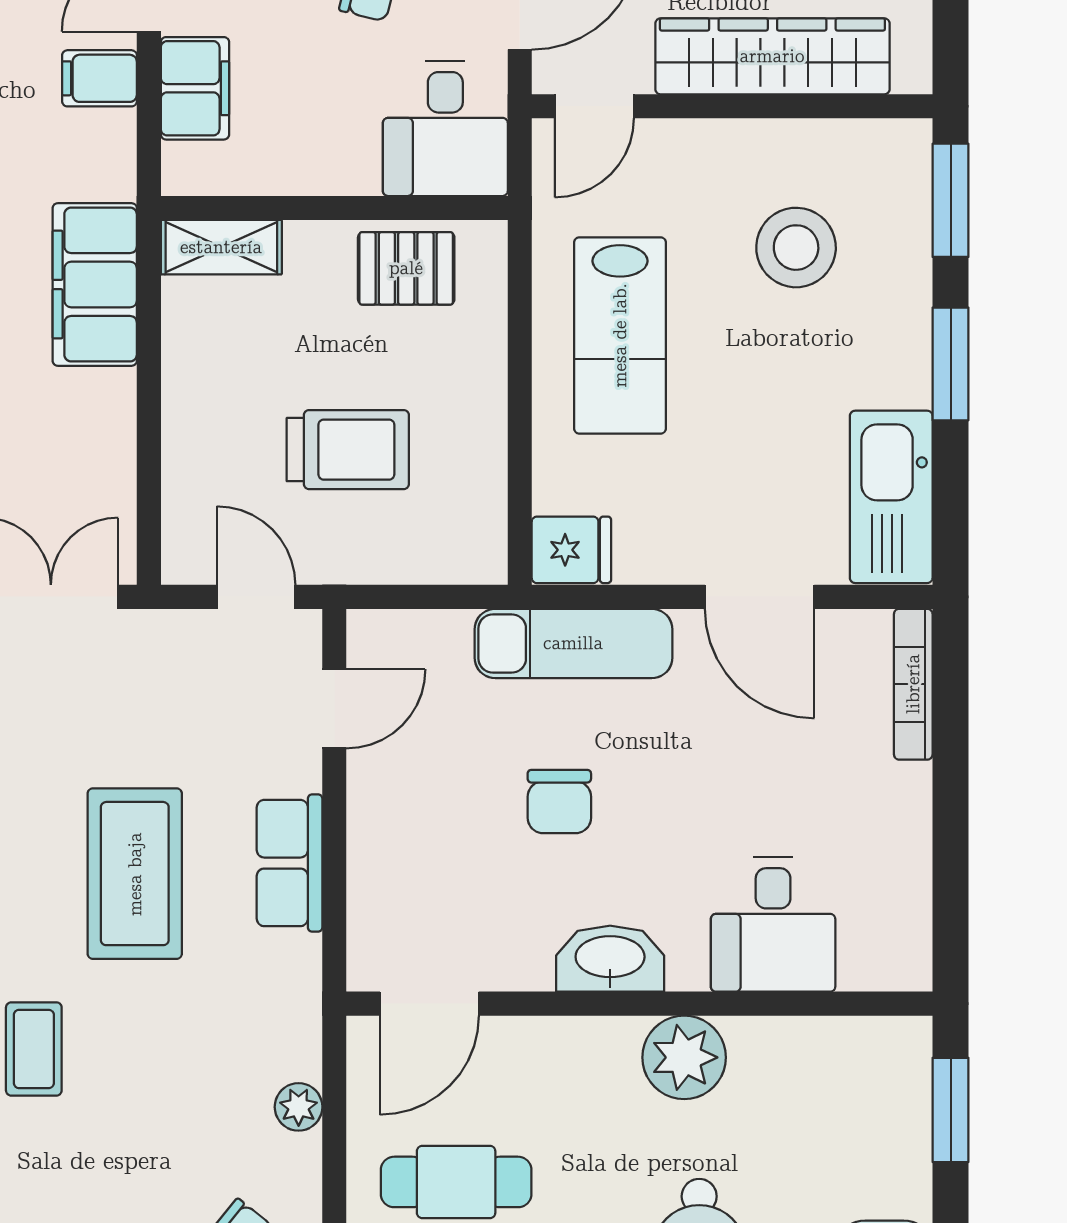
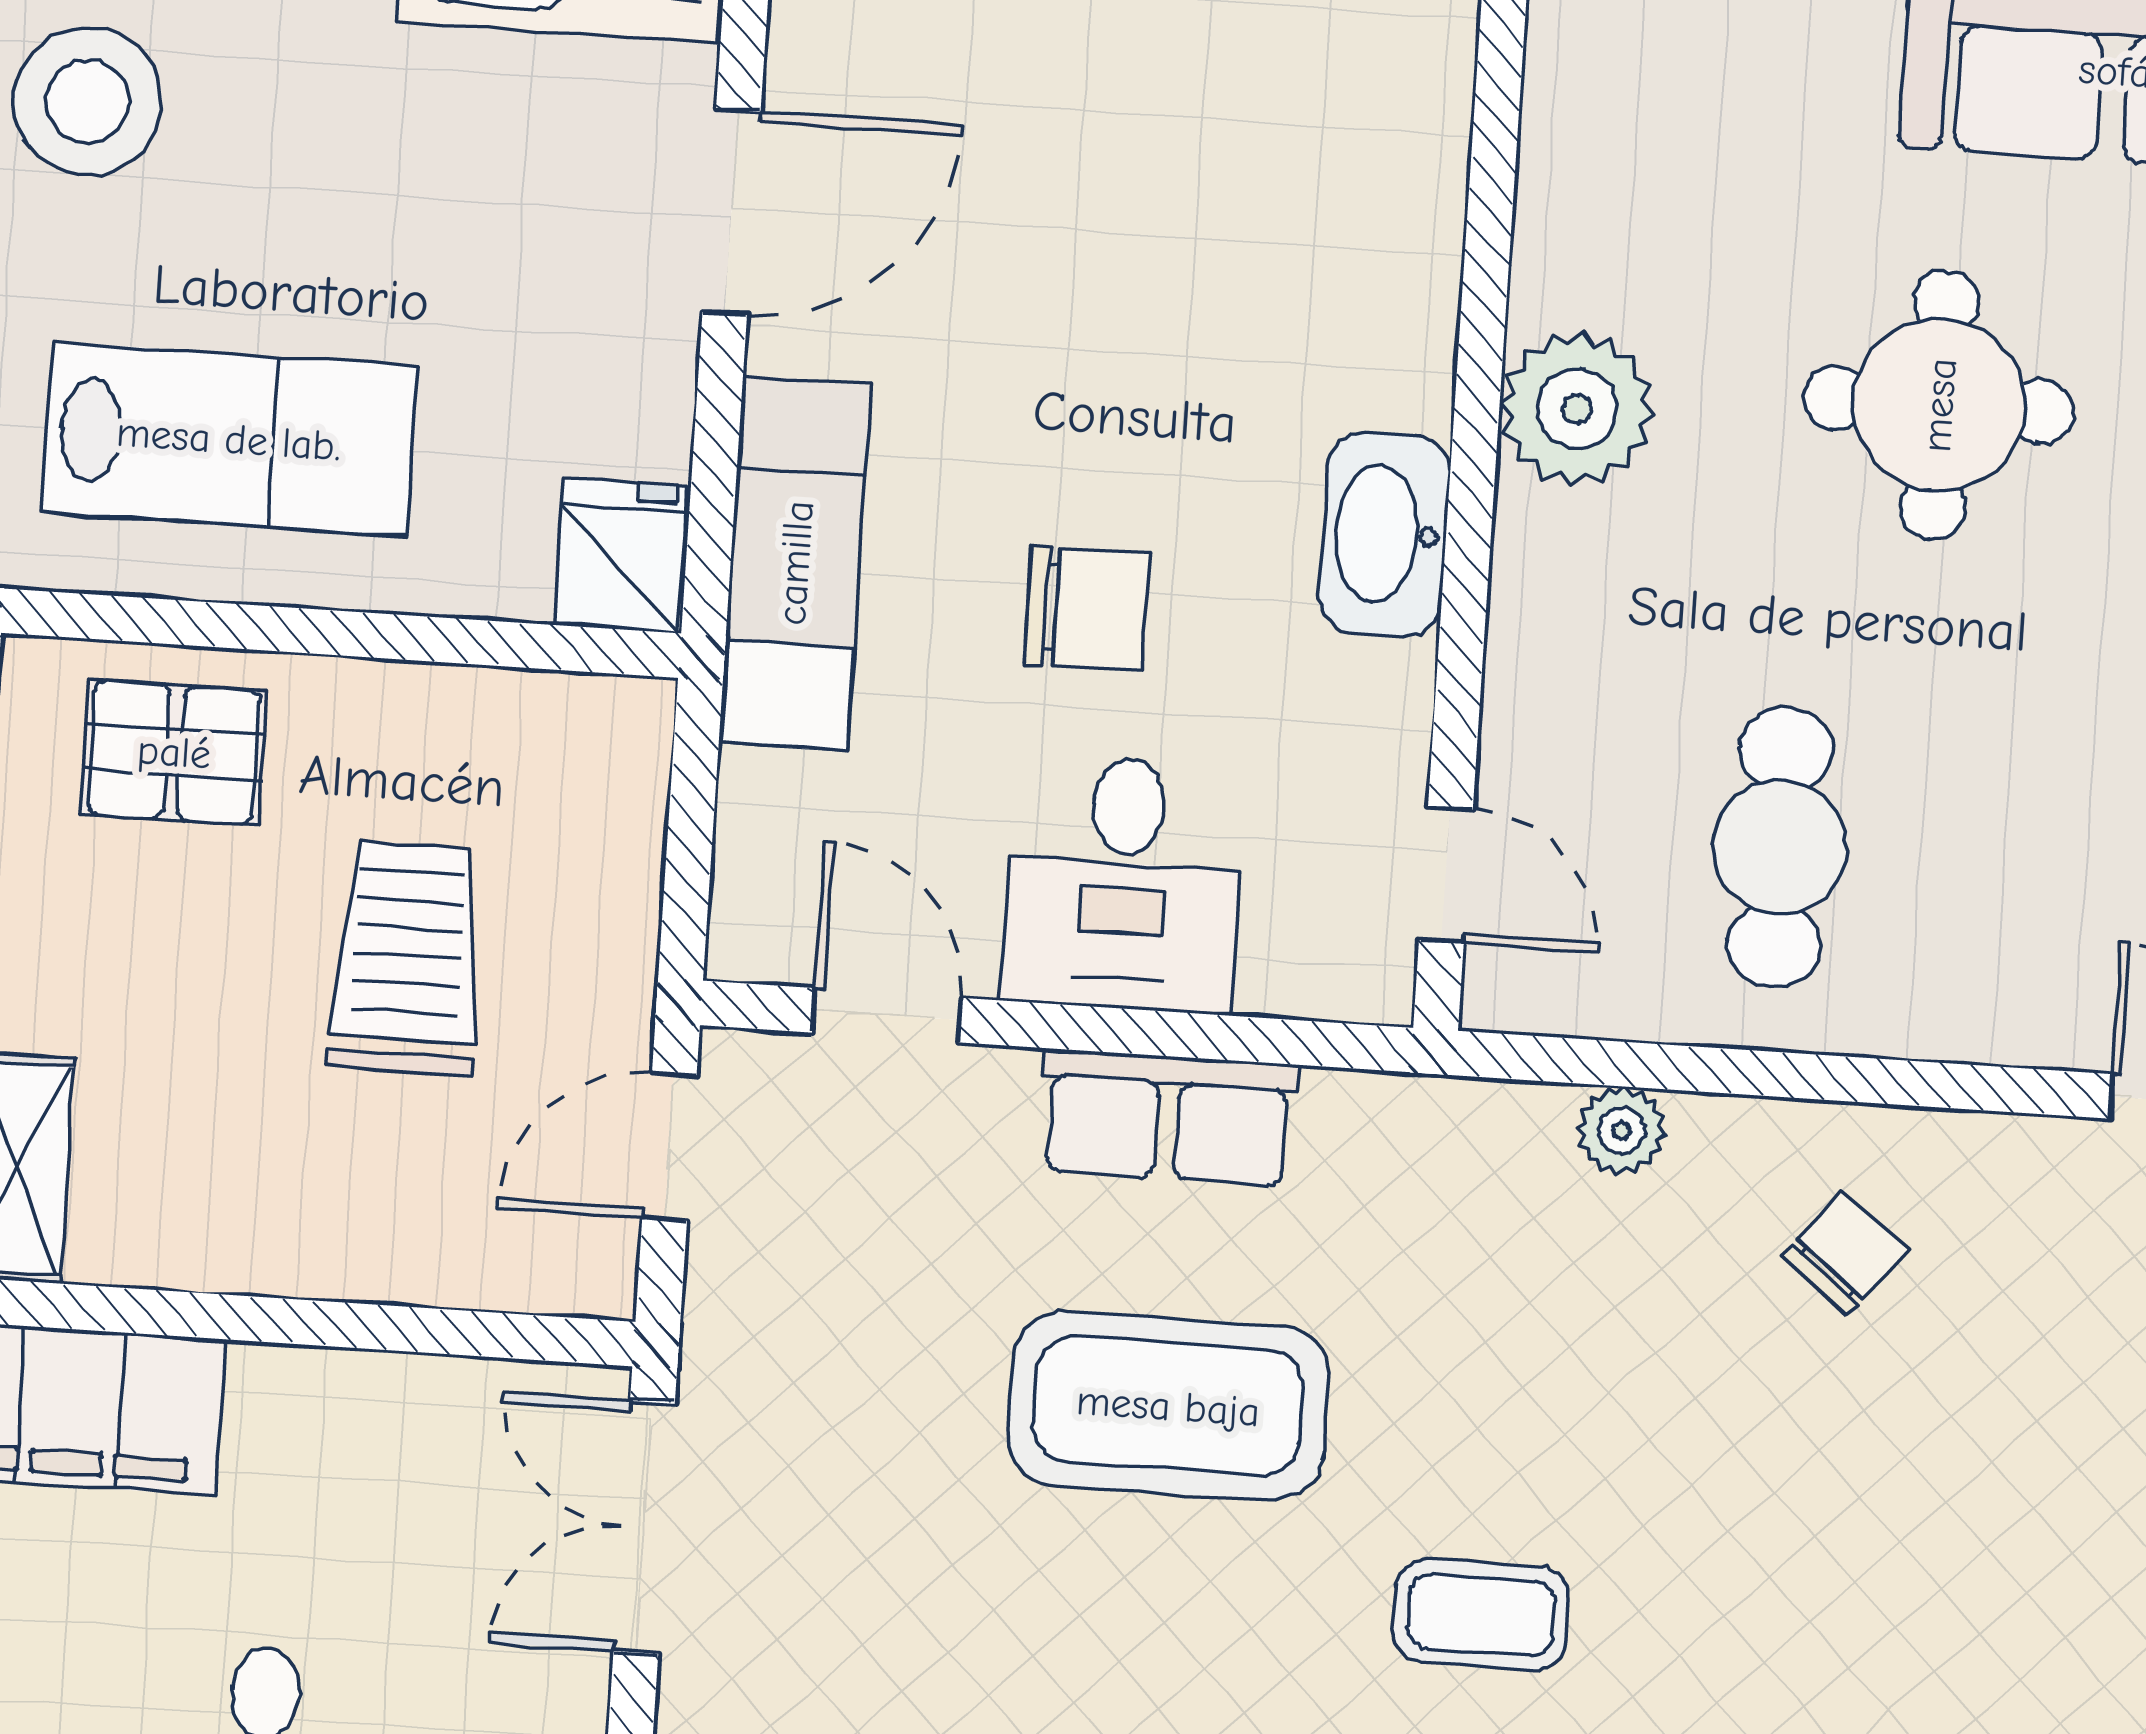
pallet: (406, 268) -> (174, 752), moved, turned 90
desk: (773, 925) -> (1124, 883), moved, turned 90
door: (429, 1004) -> (1446, 875), width x0.73

